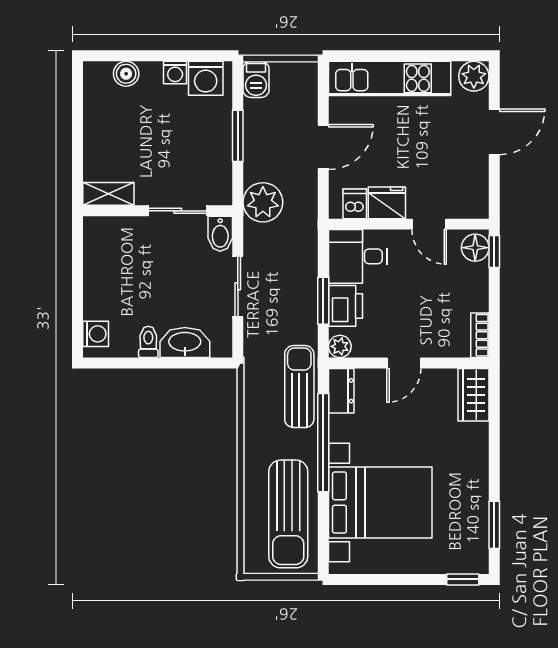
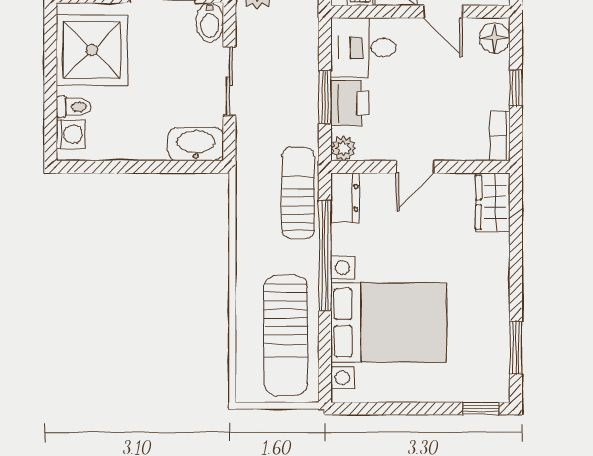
window: (494, 252) -> (516, 88), moved
shower: (115, 259) -> (92, 50), added
toilet: (148, 342) -> (74, 107), moved, turned 90
washbasin: (185, 343) -> (196, 144), moved

